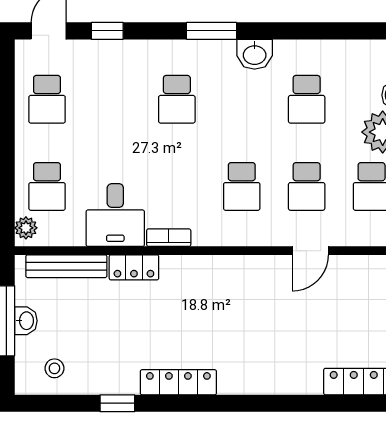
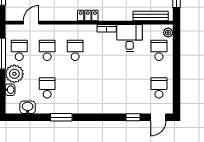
window: (212, 31) -> (61, 117), moved
washbasin: (255, 54) -> (28, 107), moved
school desk: (177, 99) -> (103, 88), removed
door: (310, 251) -> (31, 23), moved
locker: (134, 267) -> (88, 15), moved

